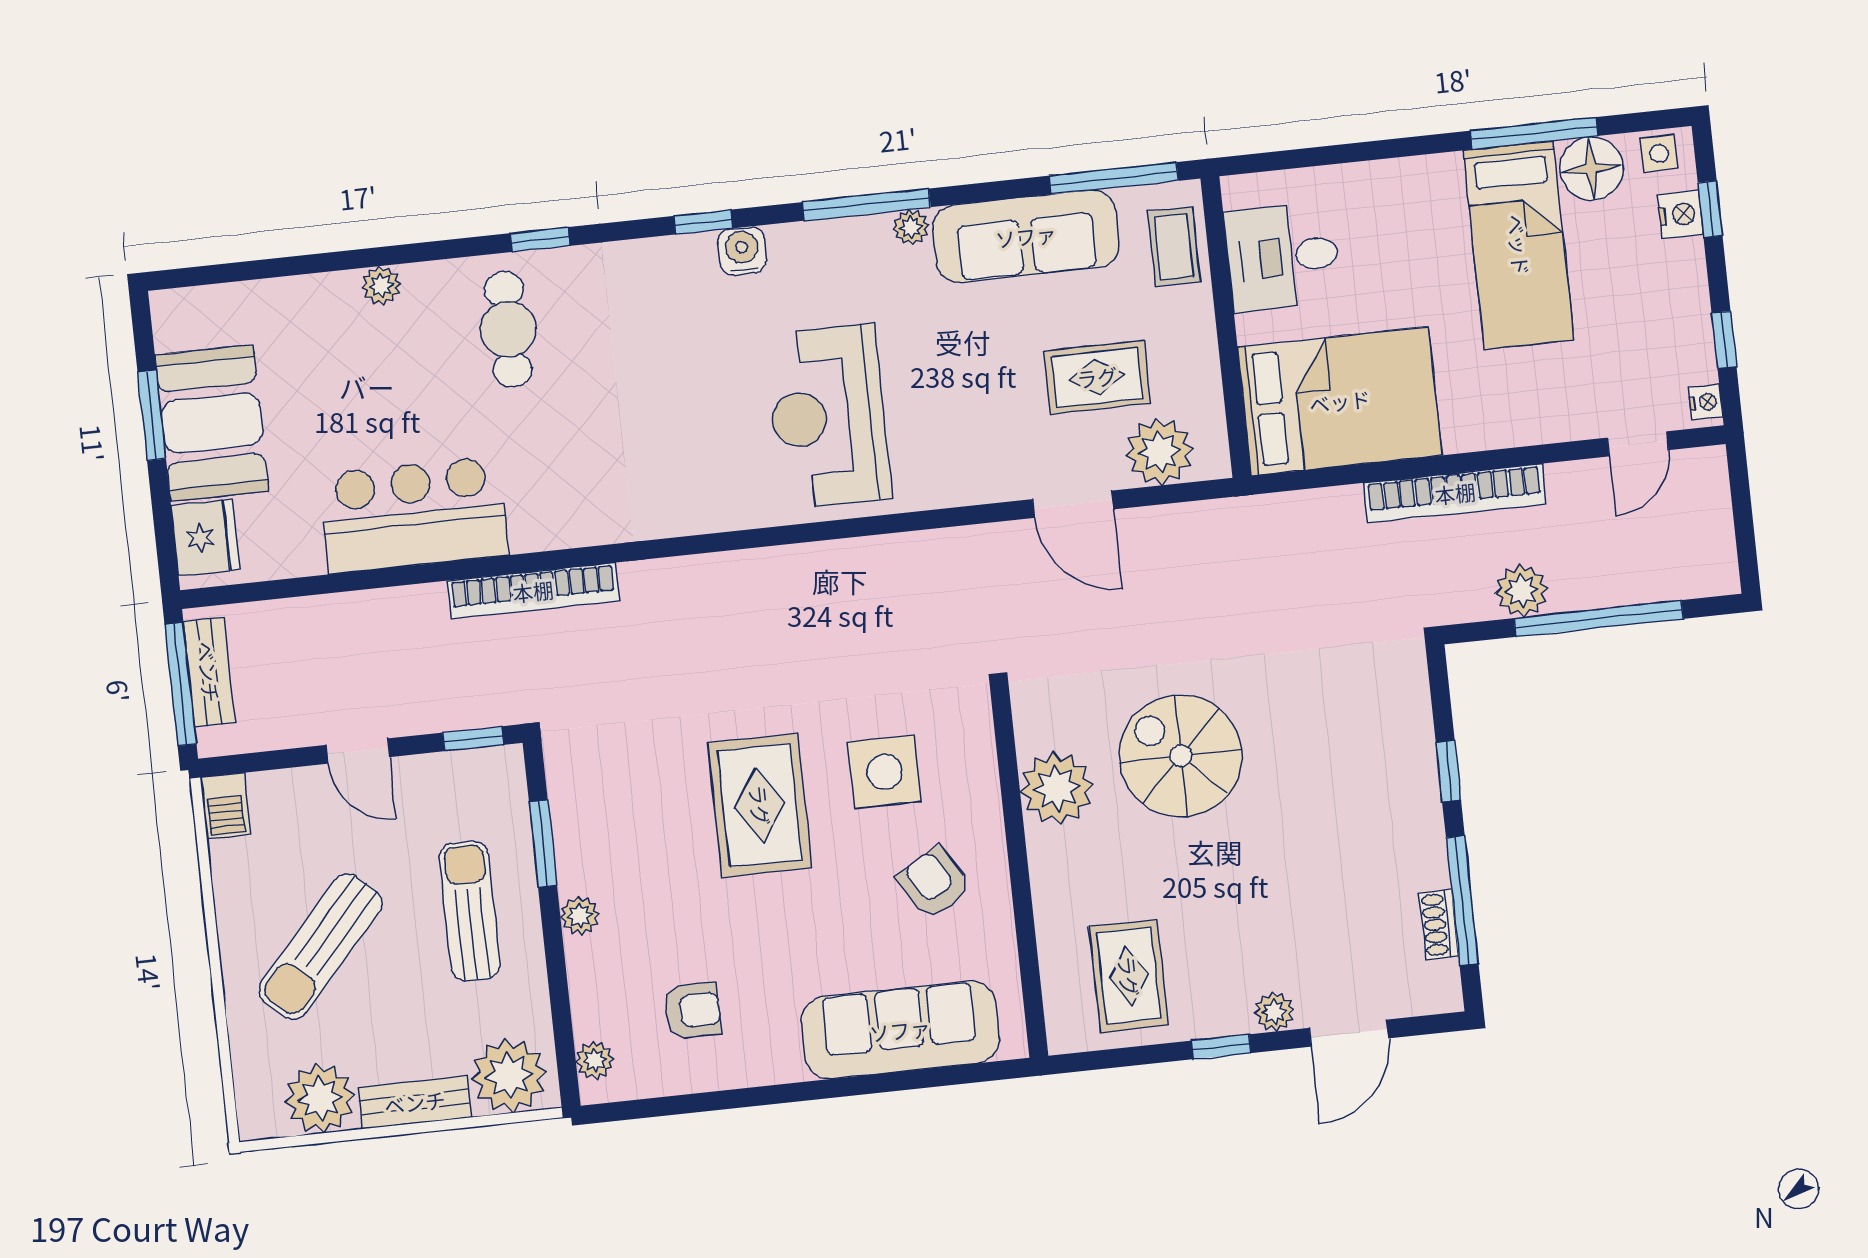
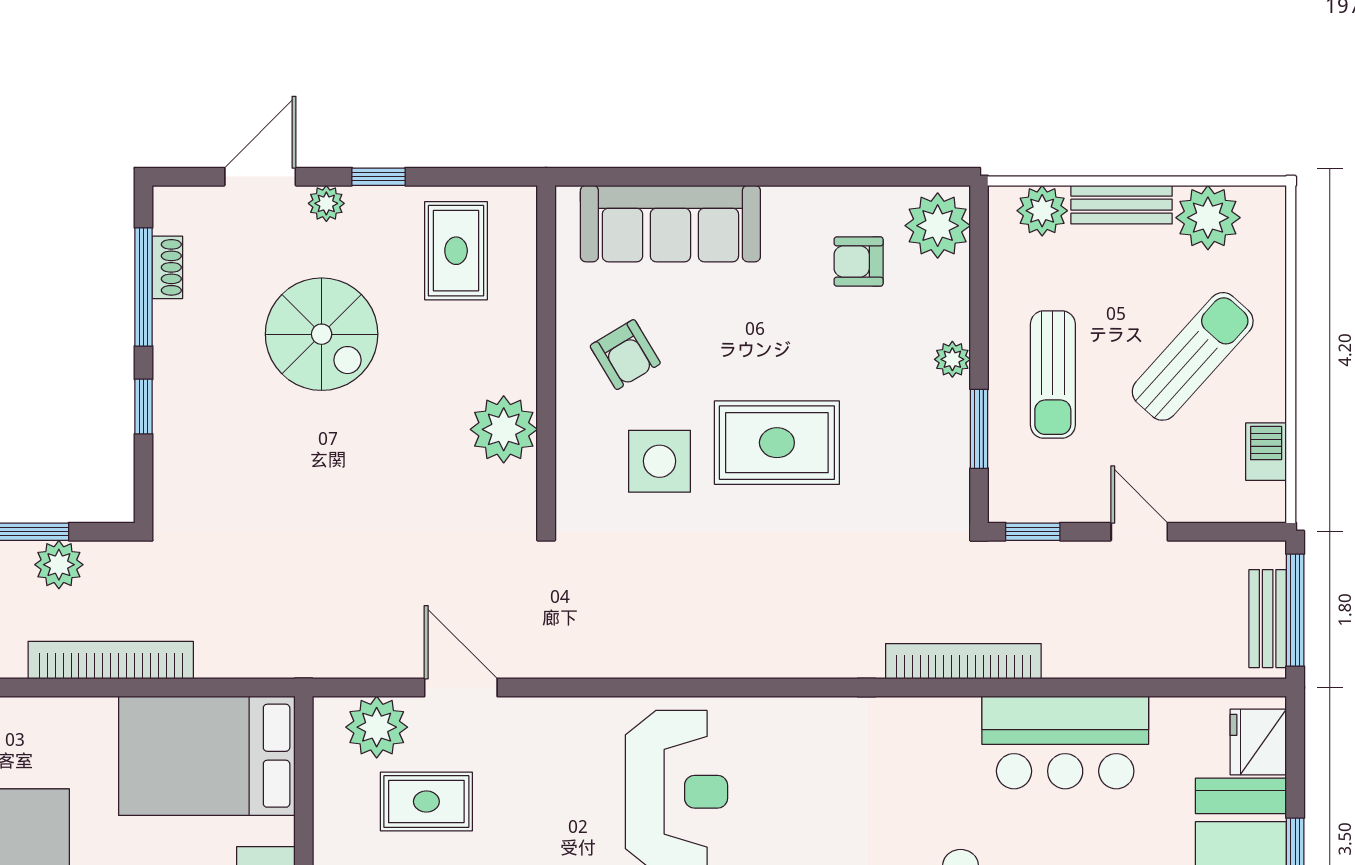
spiral stairs: (1181, 756) -> (322, 334), moved
rug: (760, 805) -> (777, 443), turned 90
barbecue: (225, 806) -> (1266, 452), moved
plant: (595, 1060) -> (938, 226), width x1.88, depth x1.88
plant: (509, 1076) -> (1042, 211), width x0.73, depth x0.73

